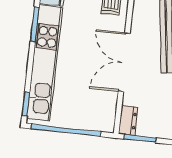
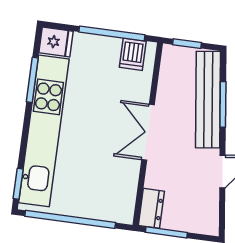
double door: (124, 62) -> (148, 132), width x0.73

